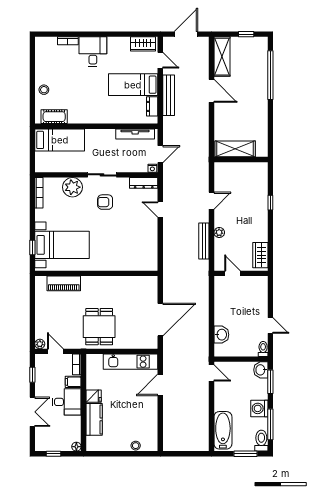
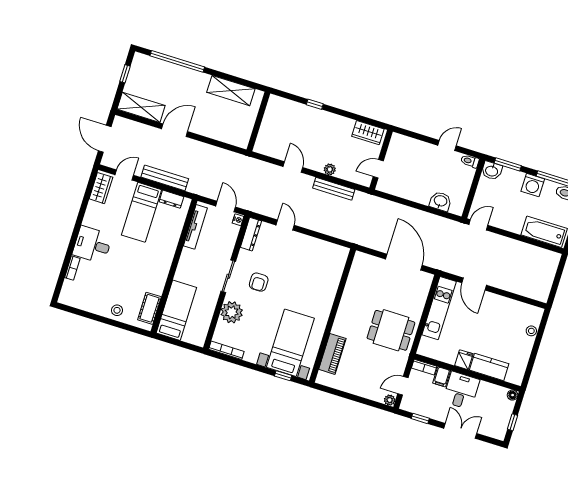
shelving: (235, 149) -> (231, 91), moved, turned 90
door: (160, 210) -> (285, 225), swing flipped

